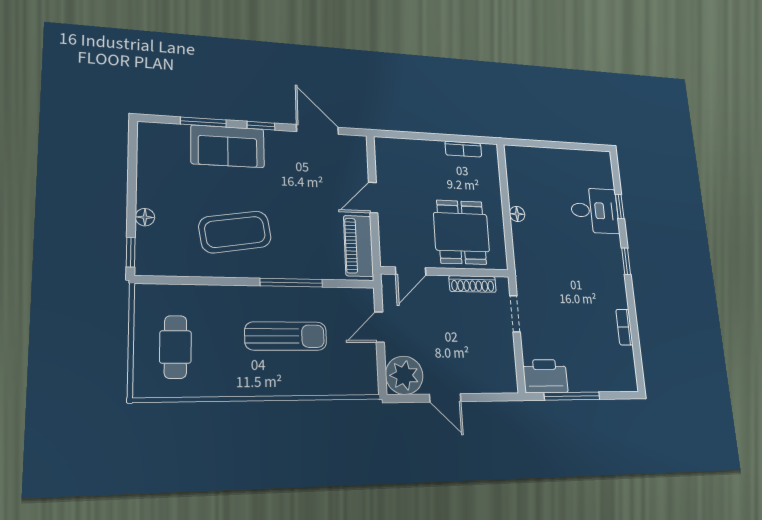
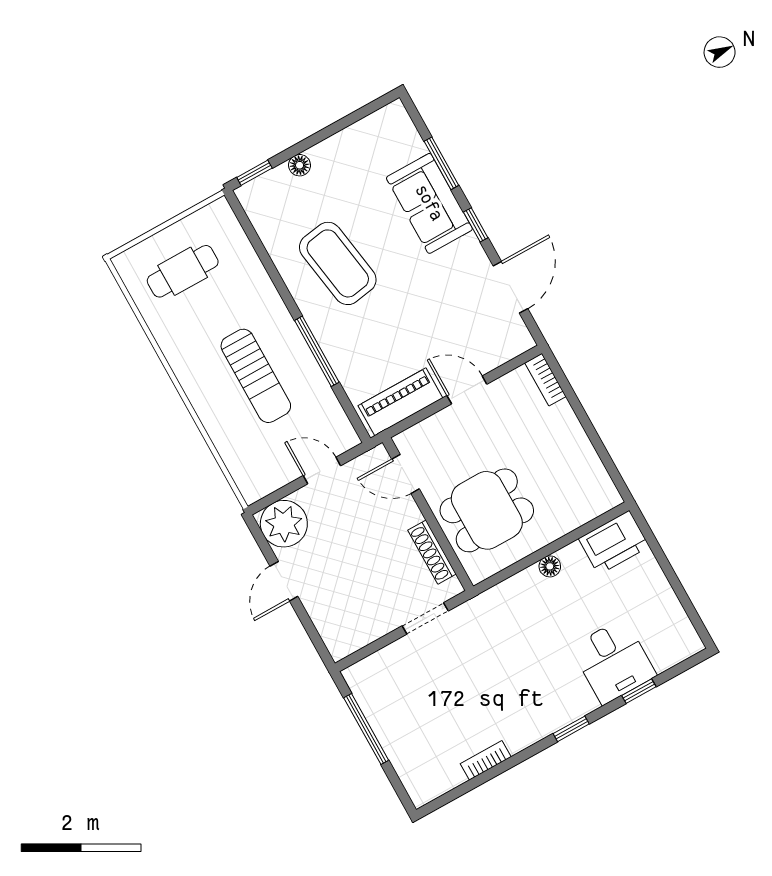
bookcase: (463, 149) -> (545, 380), moved
printer: (545, 376) -> (614, 543), moved, turned 90

